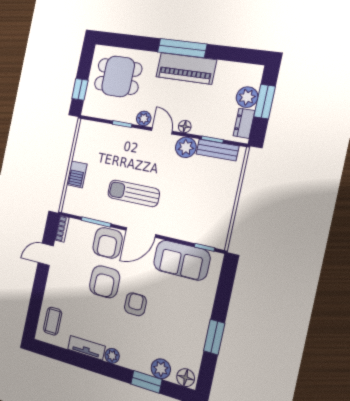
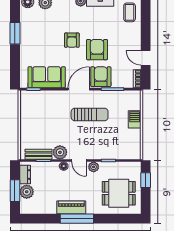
piano: (186, 68) -> (71, 207), width x0.73, depth x0.75
door: (46, 254) -> (146, 58), swing flipped

